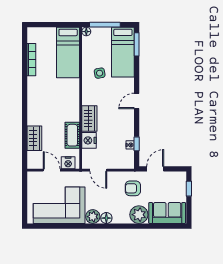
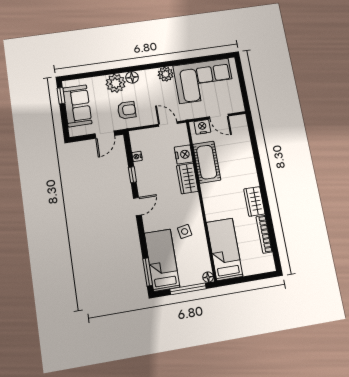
cot: (72, 135) -> (207, 162), width x1.37, depth x1.34
wardrobe: (34, 138) -> (254, 201), moved
window: (137, 144) -> (132, 175), moved
window: (189, 189) -> (61, 96), moved
sofa: (167, 213) -> (77, 106), moved, turned -90
floor lamp: (106, 218) -> (132, 77), moved

